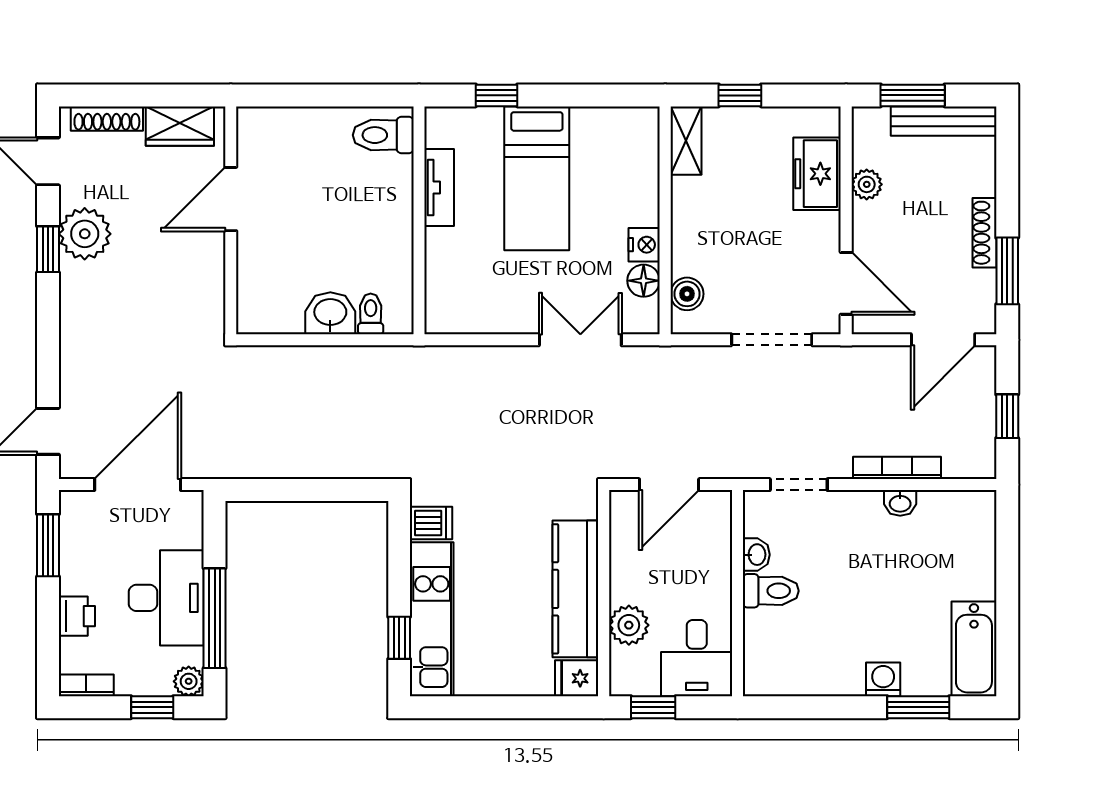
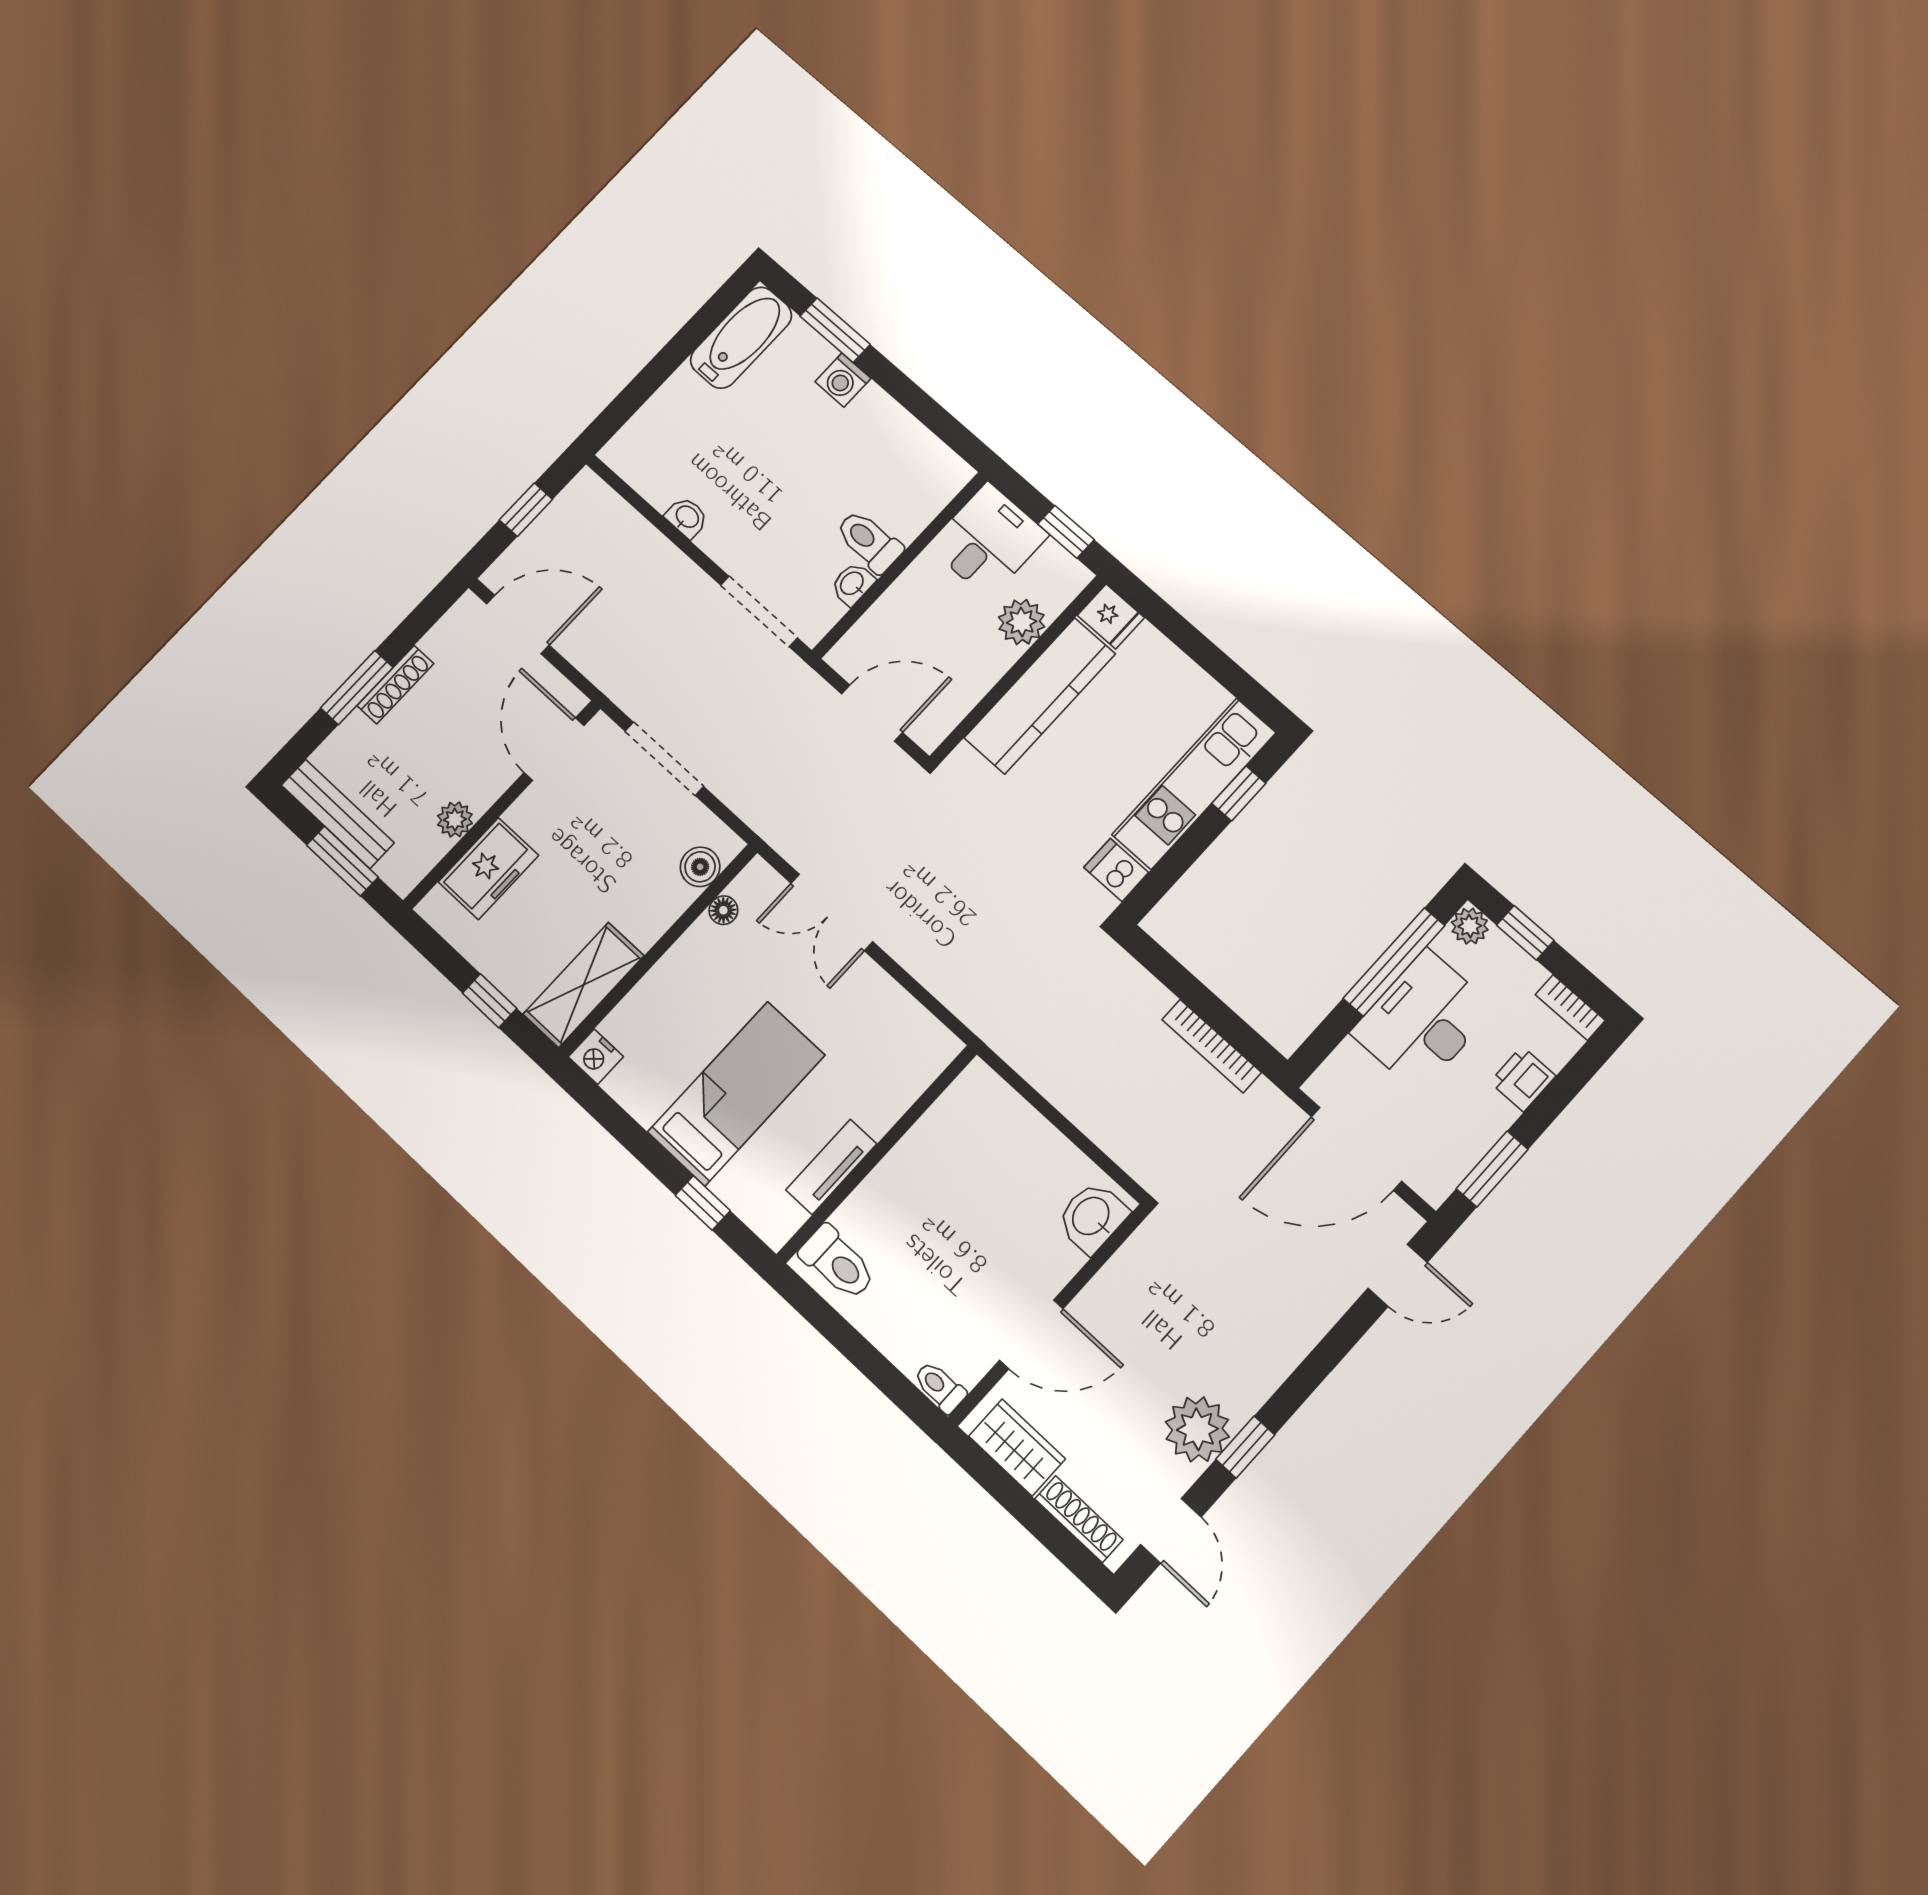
shelving: (686, 141) -> (584, 985), width x1.50, depth x1.33
nightstand: (644, 245) -> (596, 1057), moved, turned -90
window: (1007, 271) -> (357, 688), moved
floor lamp: (644, 281) -> (723, 910), width x0.73, depth x0.73
washbasin: (330, 313) -> (1092, 1217), moved, turned 90
toilet: (371, 314) -> (940, 1387), moved, turned 90
bookcase: (897, 468) -> (1212, 1046), moved
doorway: (799, 485) -> (759, 611), width x1.38

